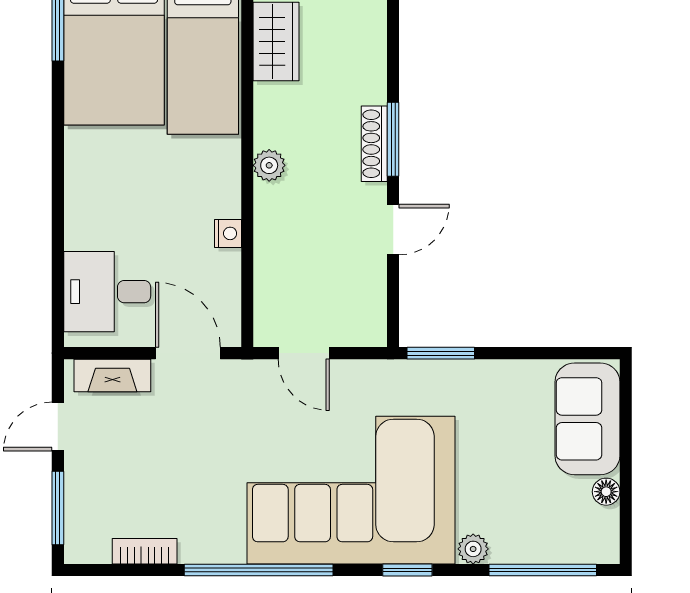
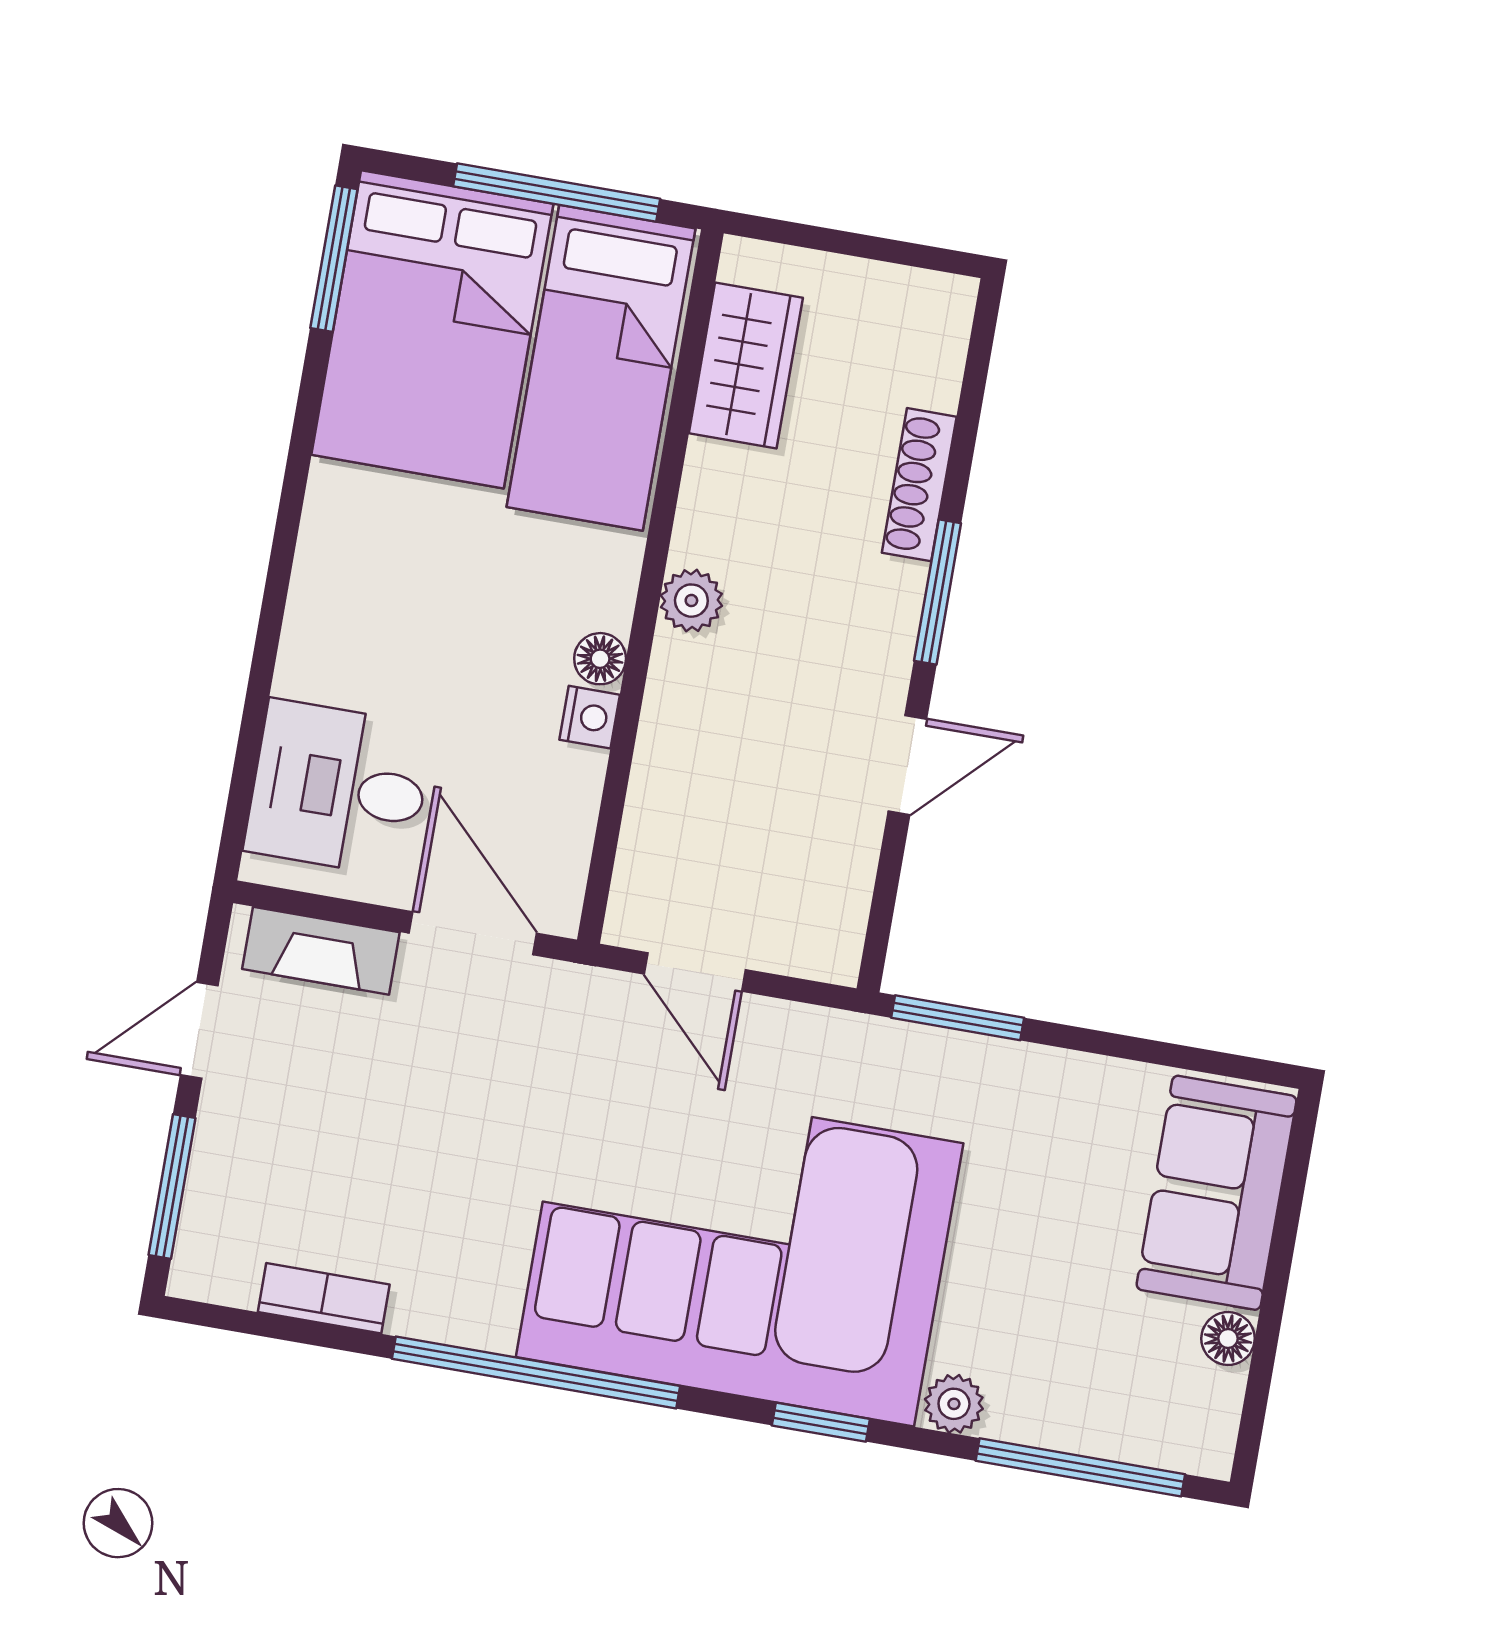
shoe rack: (374, 144) -> (919, 485), moved
floor lamp: (228, 203) -> (600, 659), added

